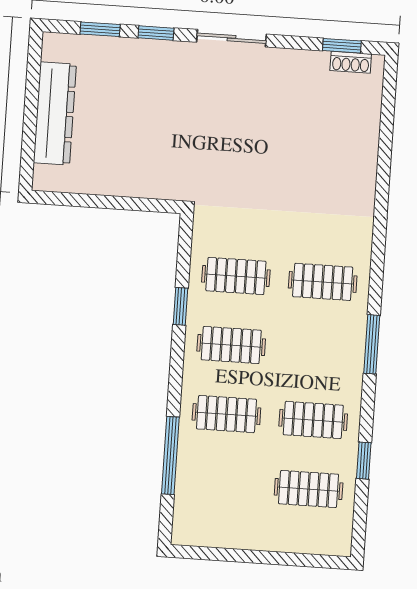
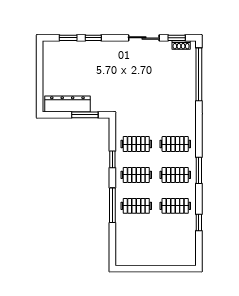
sliding door: (232, 38) -> (144, 38), moved
dresser: (55, 113) -> (67, 104), moved, turned -90
window: (386, 130) -> (199, 74), added
window: (126, 203) -> (85, 115), added
window: (170, 455) -> (112, 205), moved
clothes rail: (309, 489) -> (175, 175), moved

